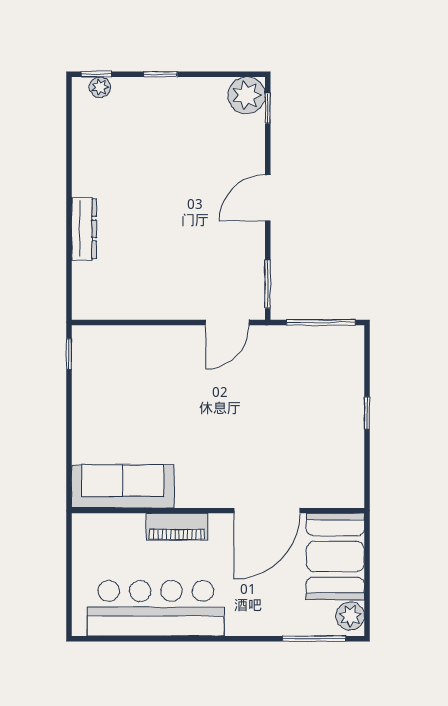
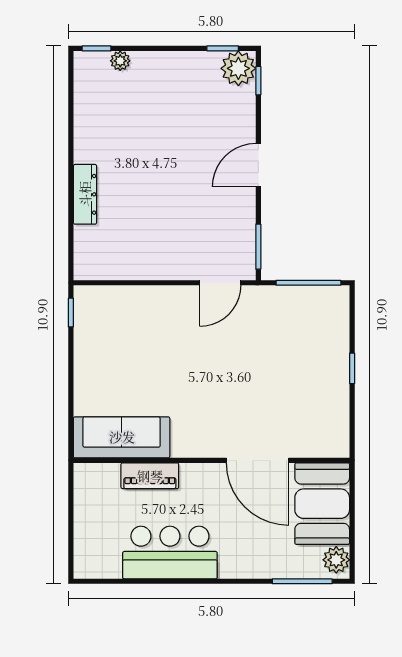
window: (160, 74) -> (223, 48), moved
plant: (100, 87) -> (120, 61), moved
door: (267, 511) -> (258, 460), hinge flipped
piano: (177, 527) -> (150, 476), moved
bar counter: (156, 608) -> (170, 553), width x0.73

